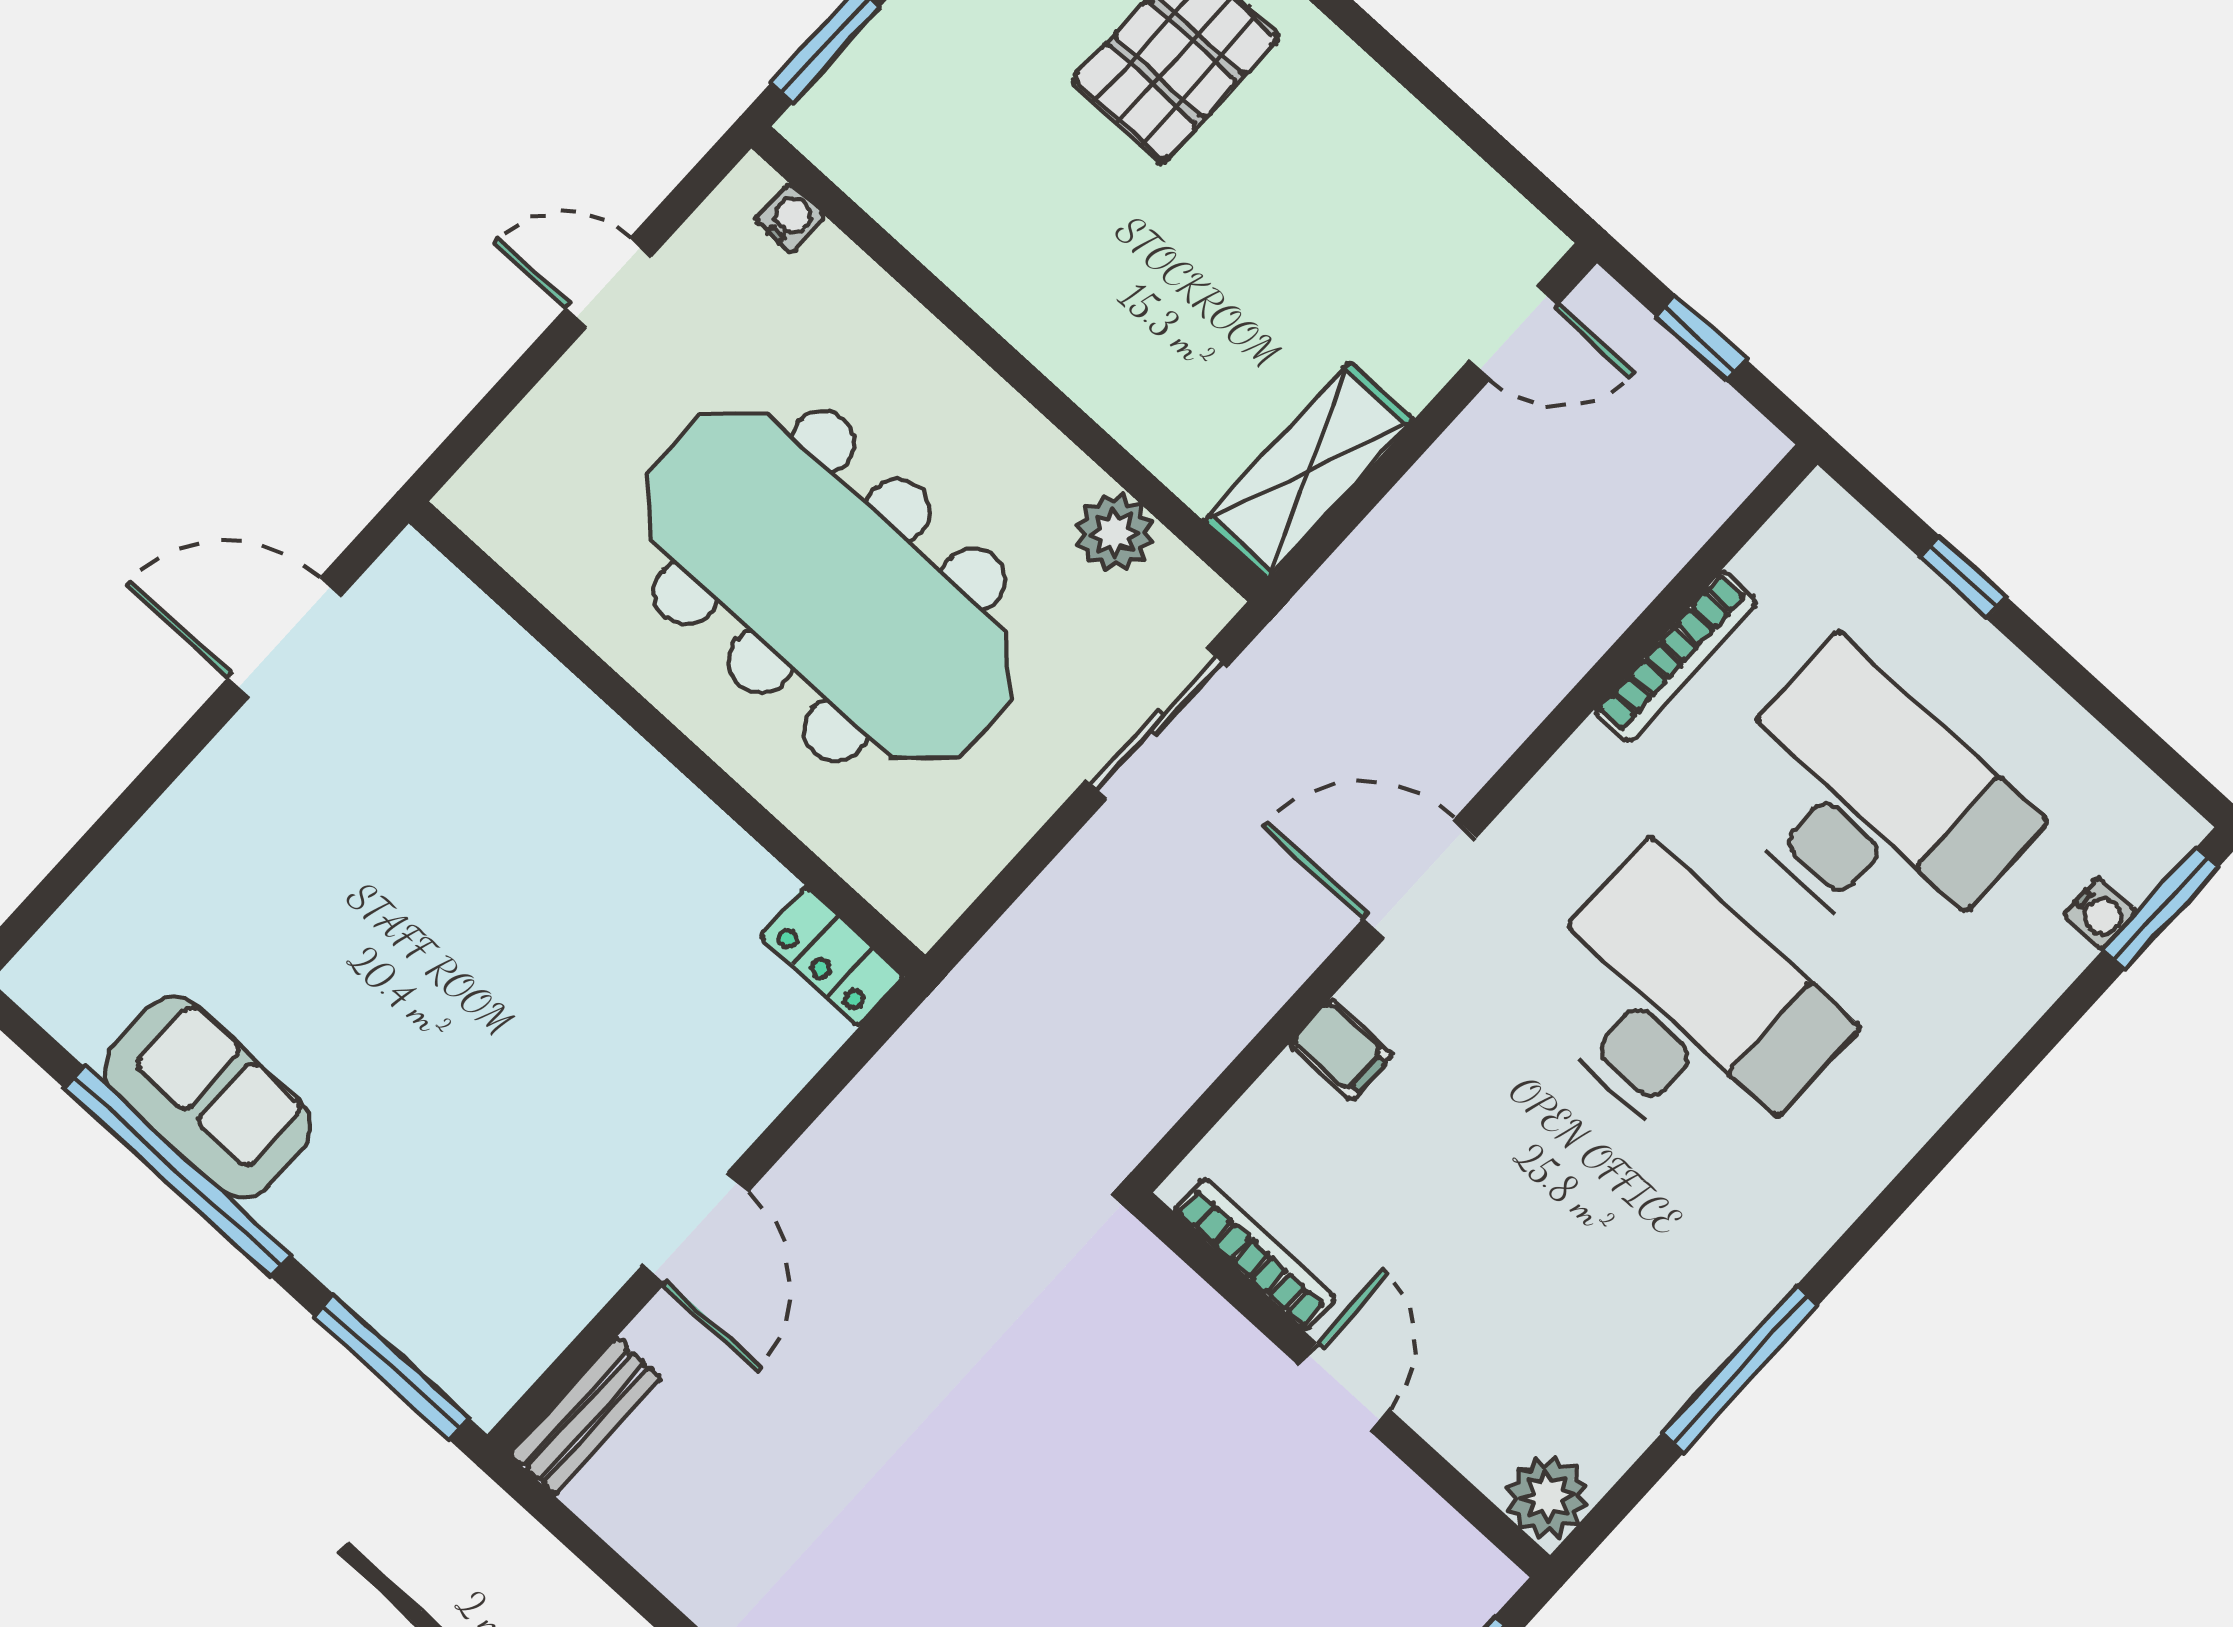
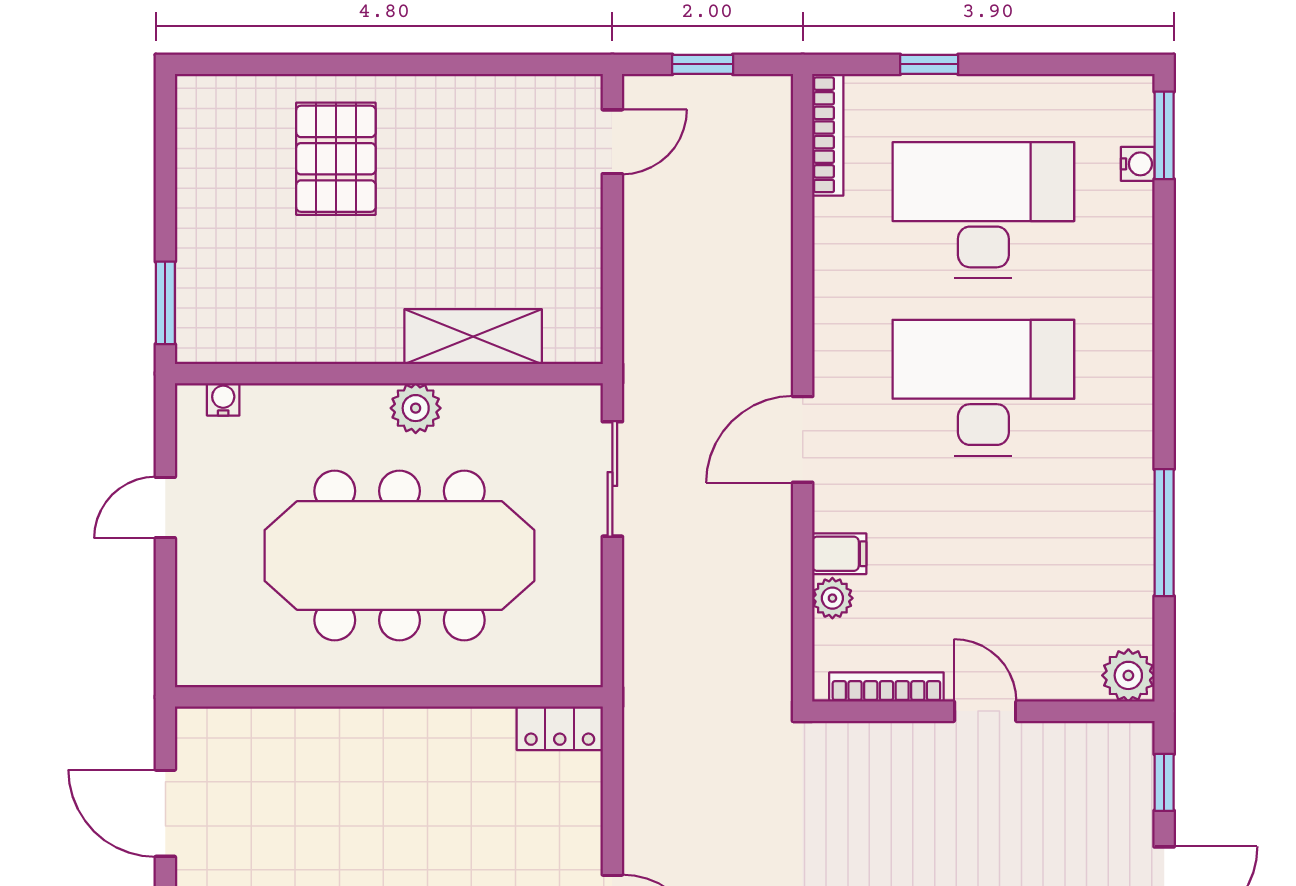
shelving: (1309, 471) -> (473, 337), moved, turned 90
plant: (1114, 533) -> (416, 408), moved
door: (285, 637) -> (165, 813), hinge flipped
bookcase: (1676, 656) -> (828, 135), moved
plant: (1286, 1094) -> (832, 598), added

